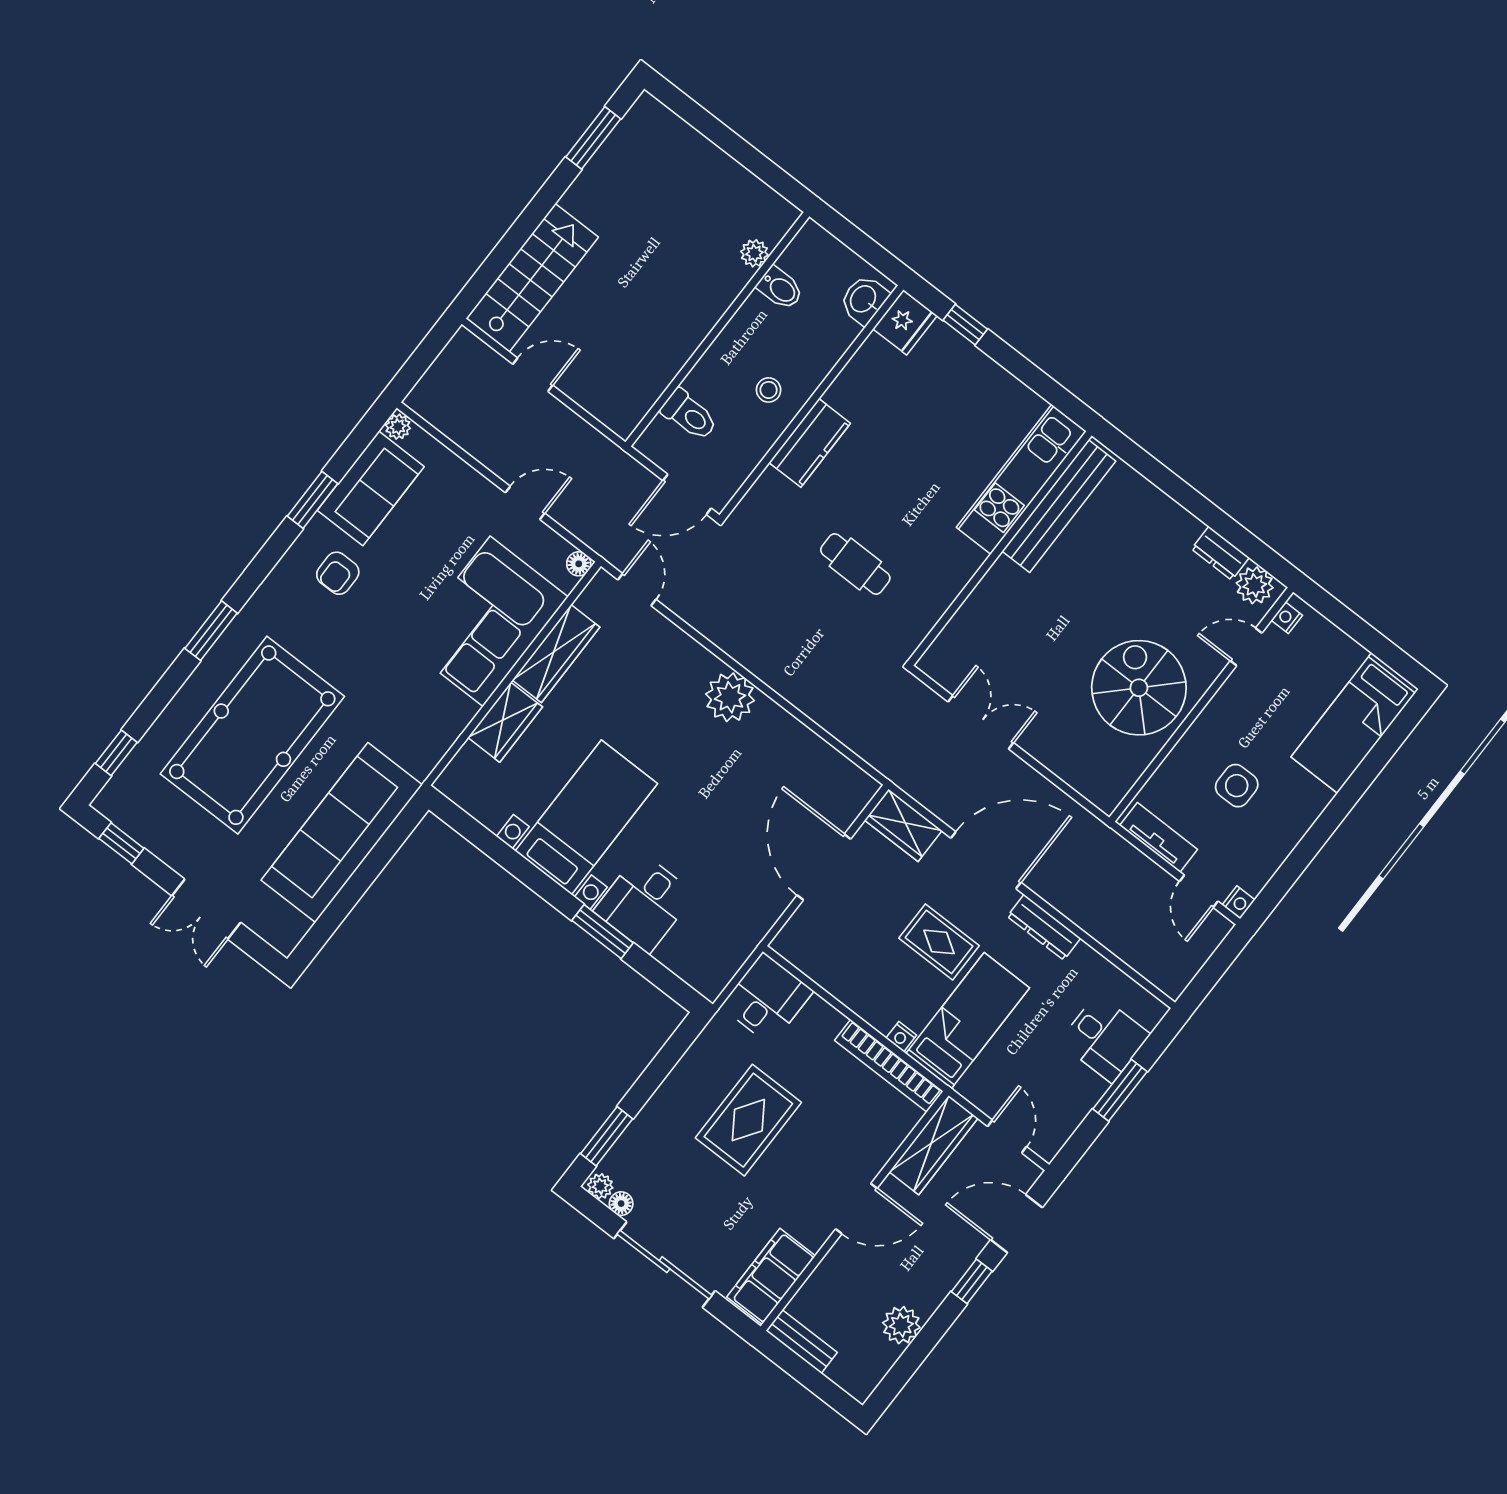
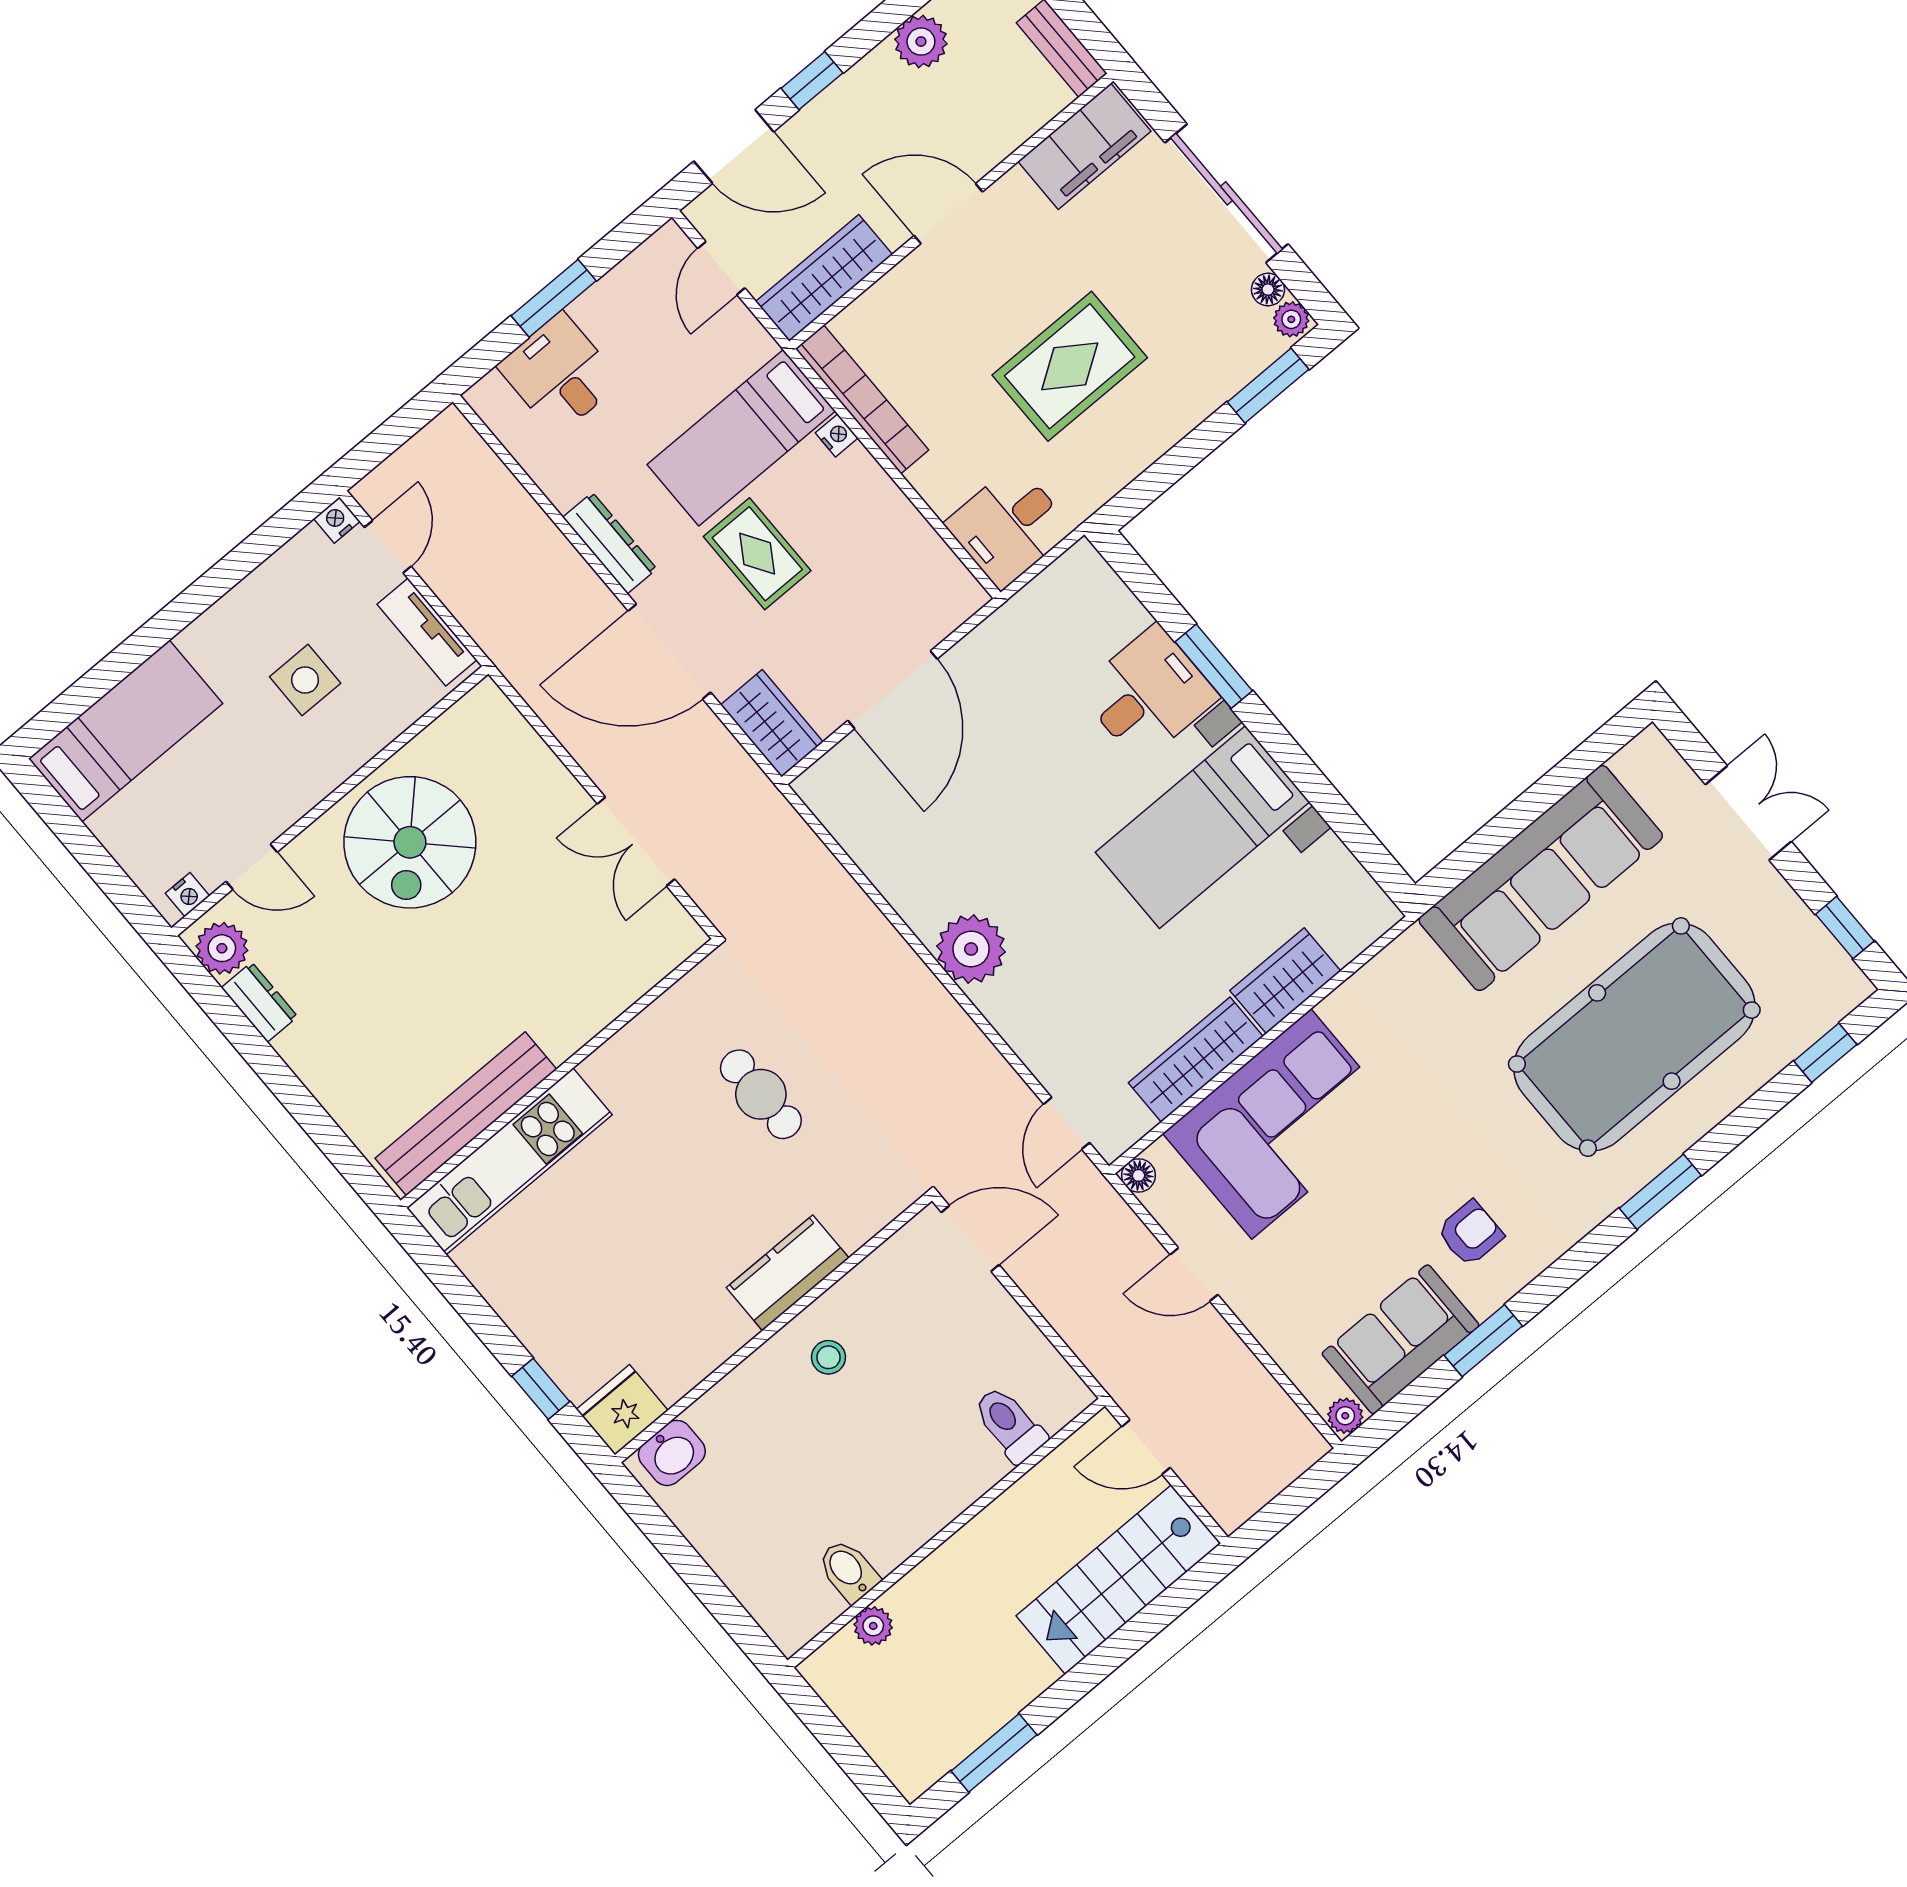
plant: (754, 253) -> (873, 1626), moved
bidet: (780, 288) -> (848, 1571), moved
wall: (717, 329) -> (946, 1533), moved
toilet: (689, 415) -> (1009, 1424), moved

